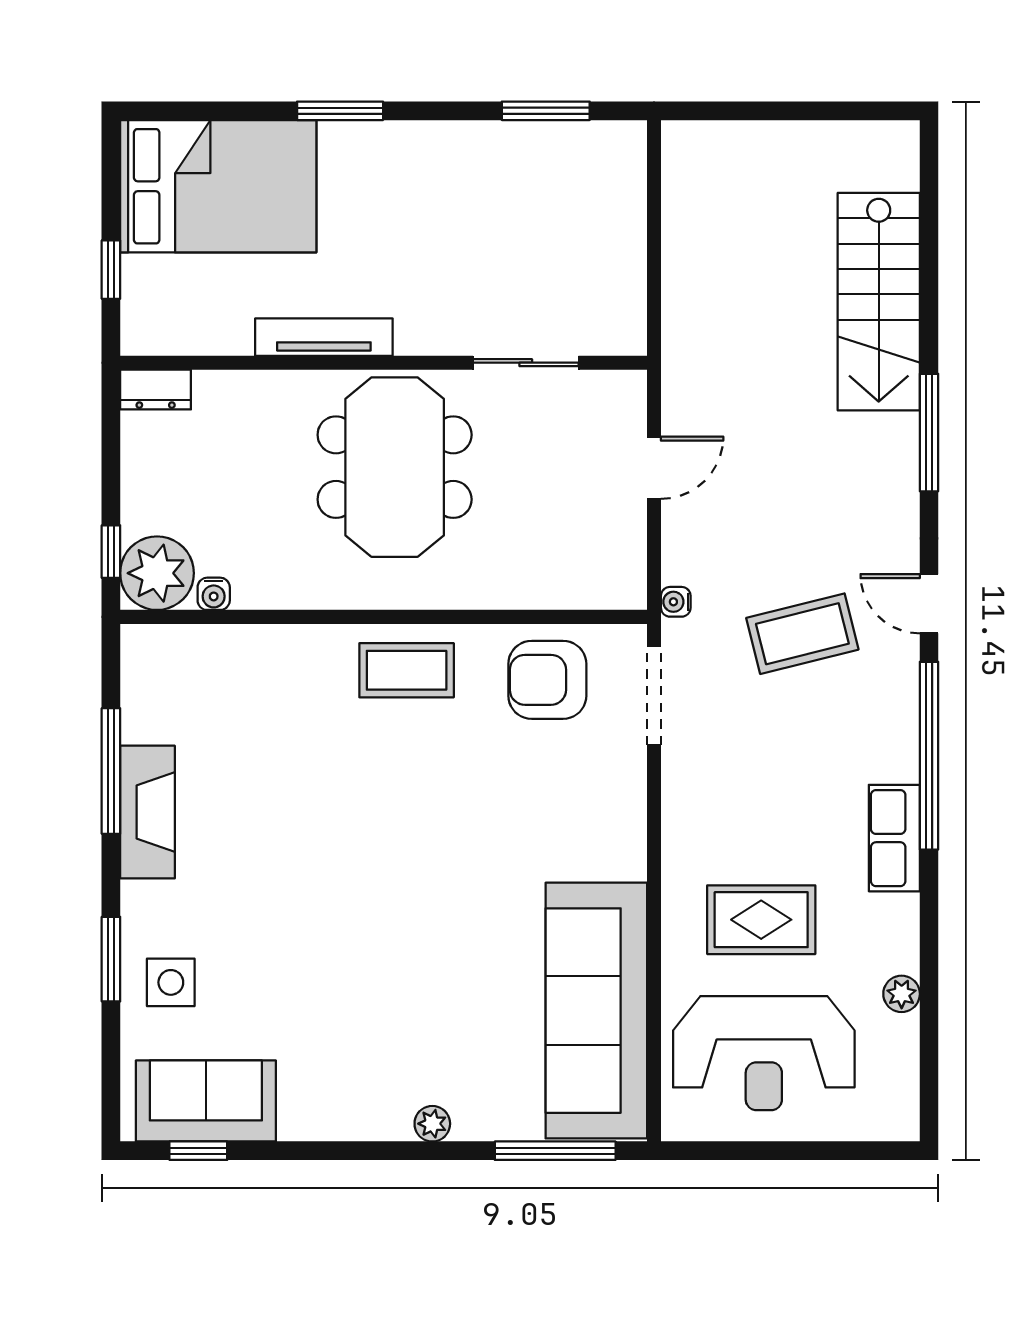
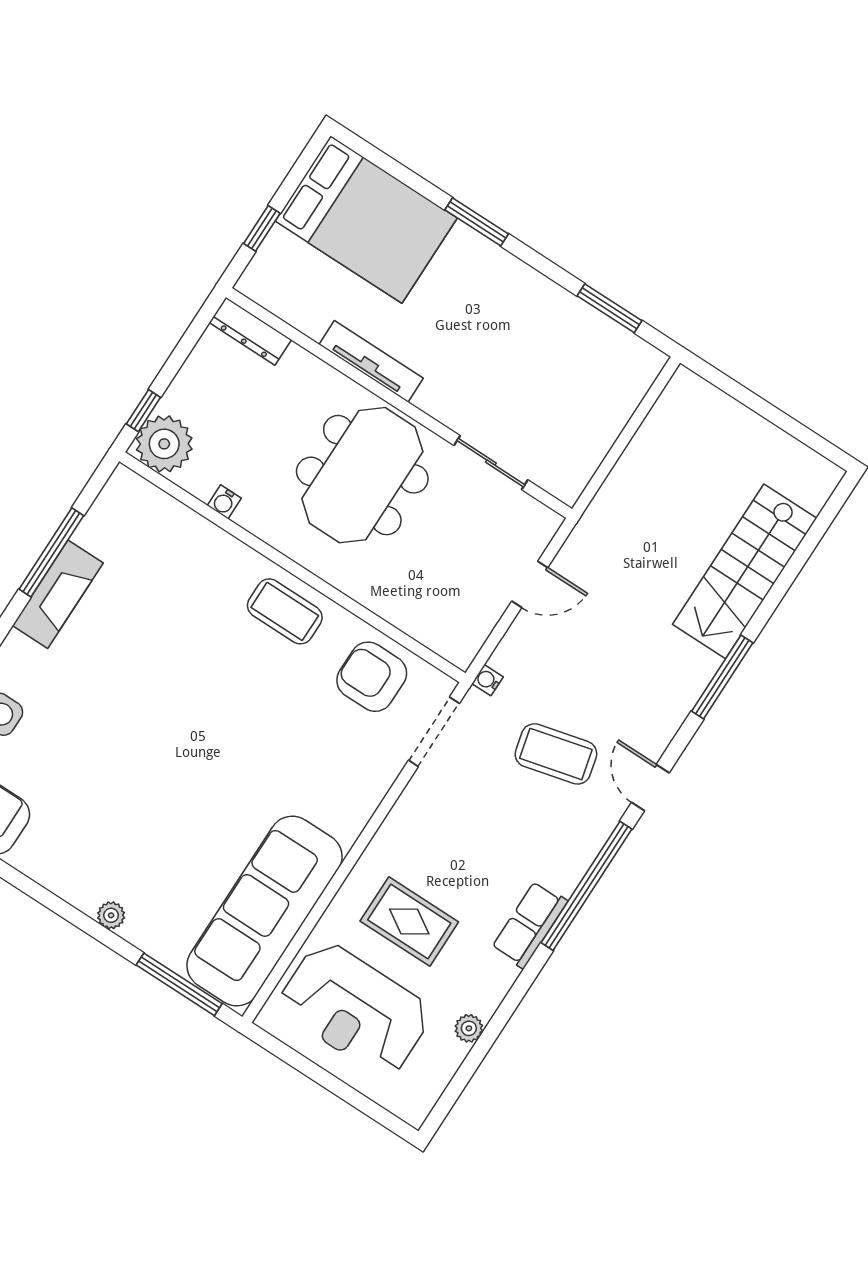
dresser: (156, 390) -> (250, 331), width x1.44
water cooler: (214, 594) -> (224, 502), moved

